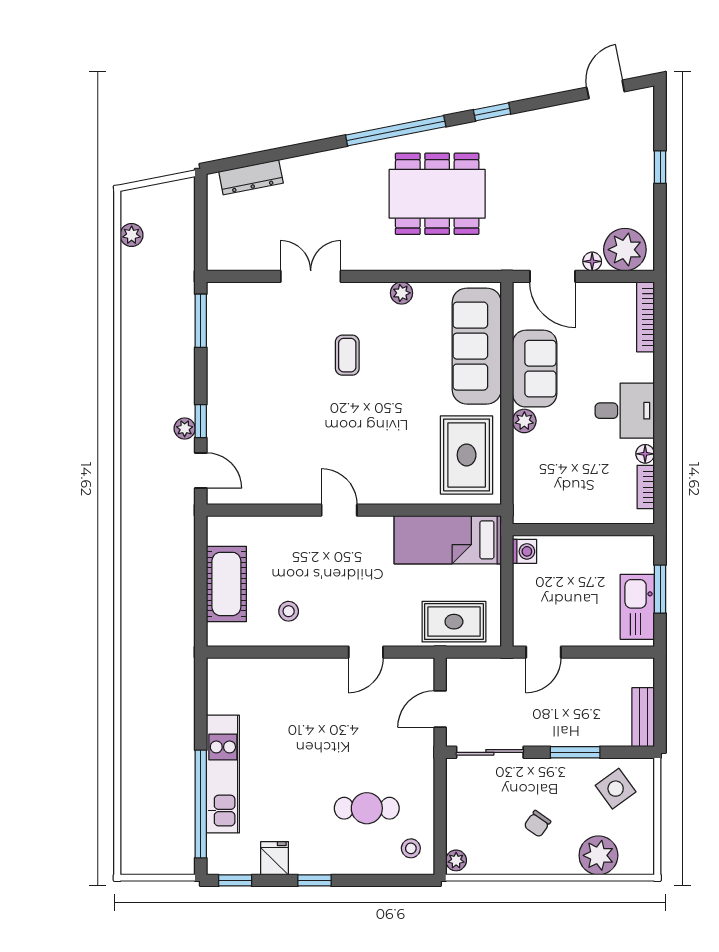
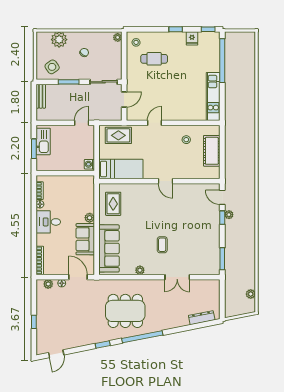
plant: (625, 250) -> (48, 284), width x0.53, depth x0.53
rug: (467, 455) -> (113, 204), width x0.73, depth x0.70
kitchen unit: (223, 774) -> (213, 96), moved

